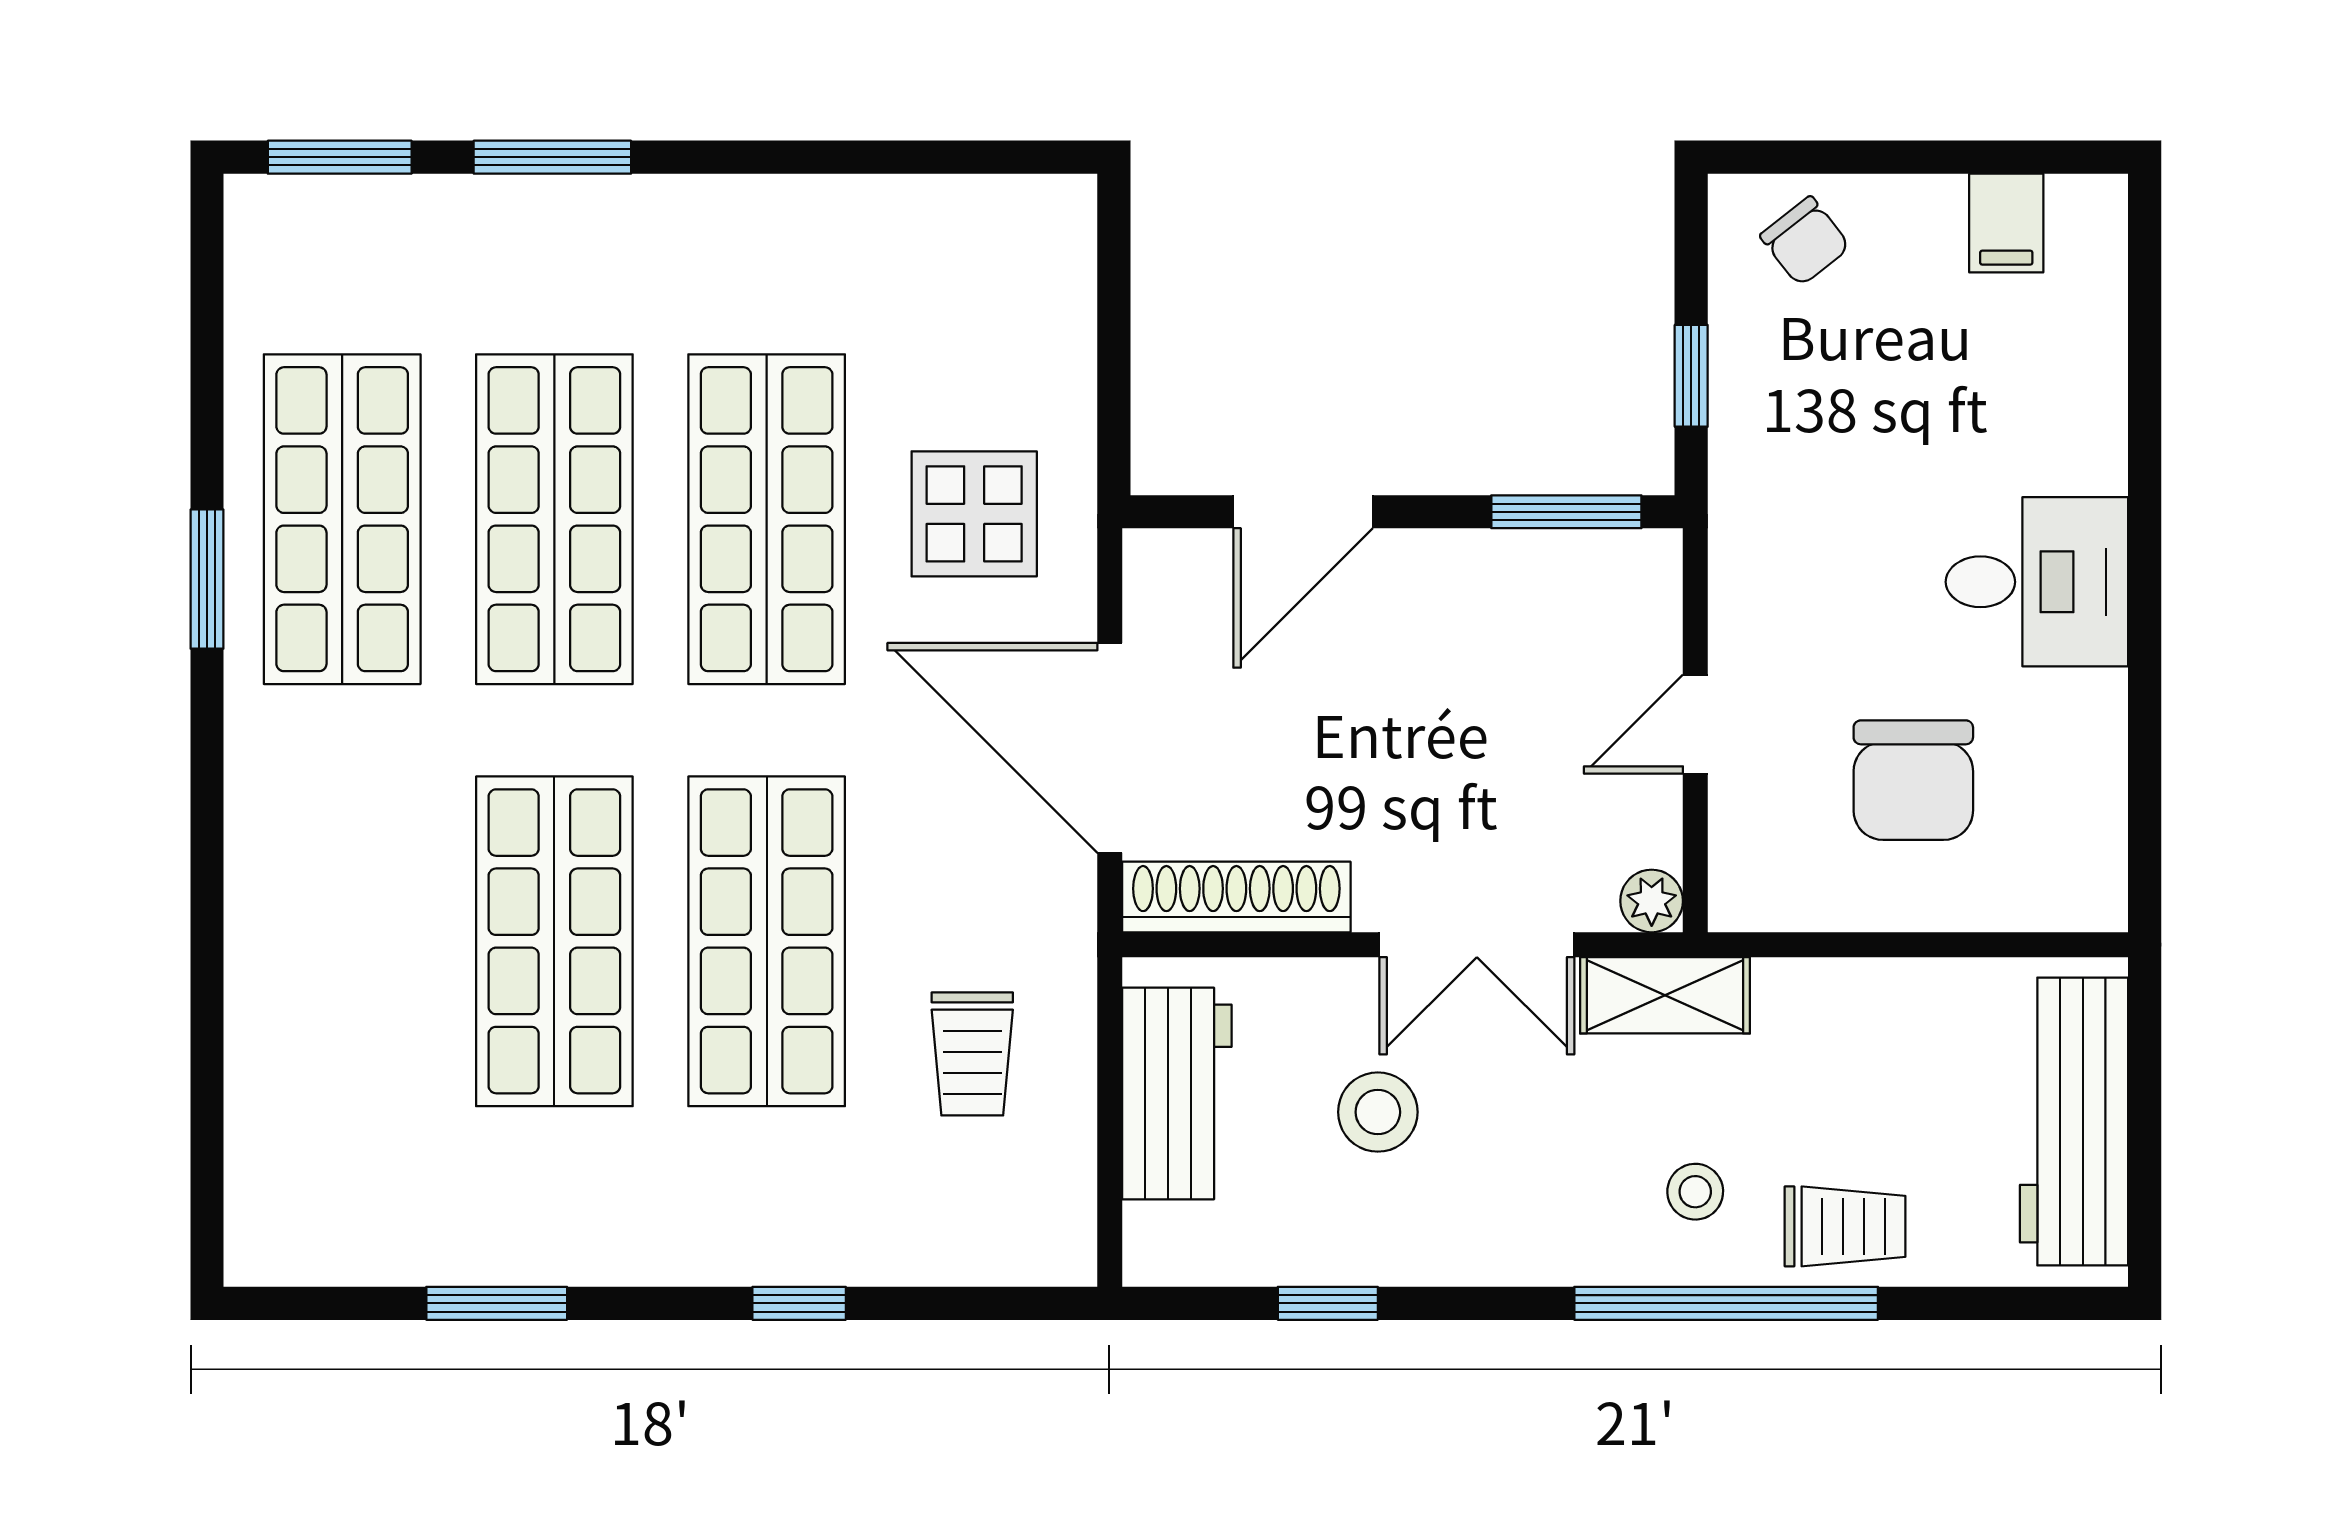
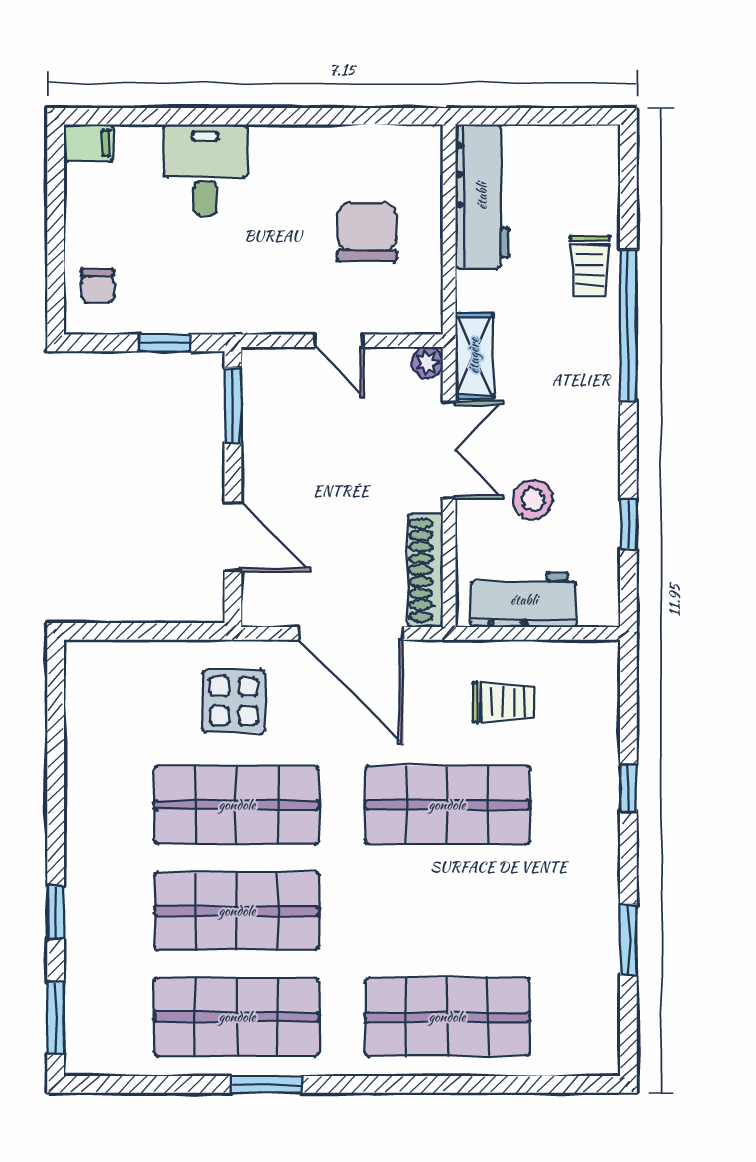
window: (552, 157) -> (56, 912), width x0.67
filing cabinet: (2006, 223) -> (89, 143), moved
chair: (1805, 241) -> (98, 286), turned 128
desk: (2037, 582) -> (205, 170), moved
door: (1110, 748) -> (351, 633), hinge flipped
chair: (1913, 780) -> (367, 232), turned -90
shop shelf: (554, 941) -> (447, 1017), moved
workbench: (2074, 1122) -> (482, 196), moved, turned -90
stool: (1695, 1192) -> (573, 341), removed
trolley: (1845, 1226) -> (590, 266), turned 180

